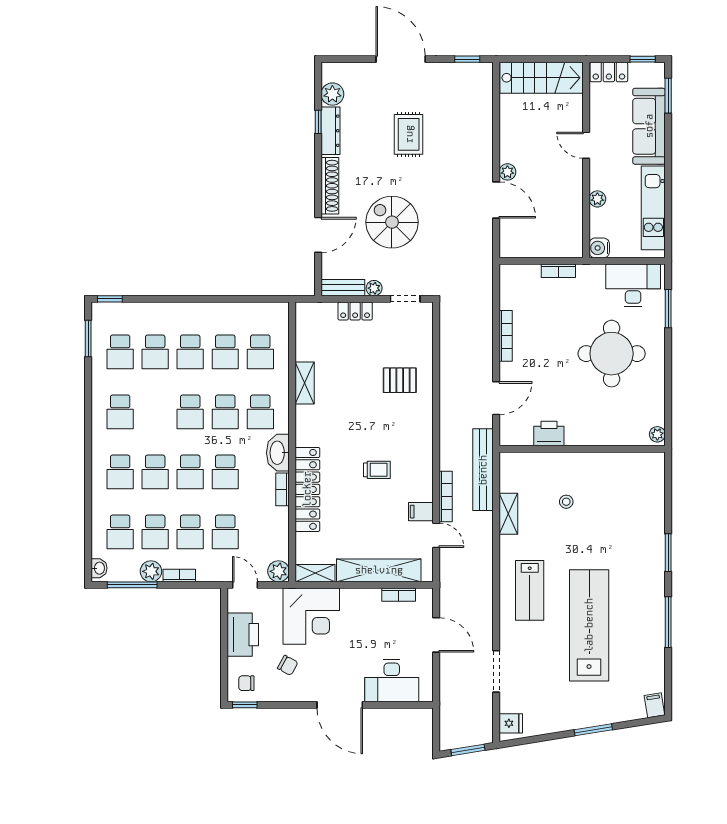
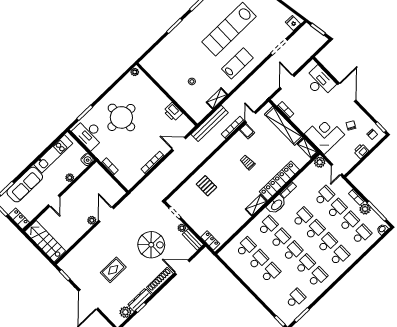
spiral stairs: (392, 222) -> (151, 245), turned -90
locker: (355, 311) -> (210, 240), moved
school desk: (155, 352) -> (305, 264), moved
shelving: (305, 383) -> (256, 205), moved
printer: (243, 635) -> (361, 151), width x0.53, depth x0.68

